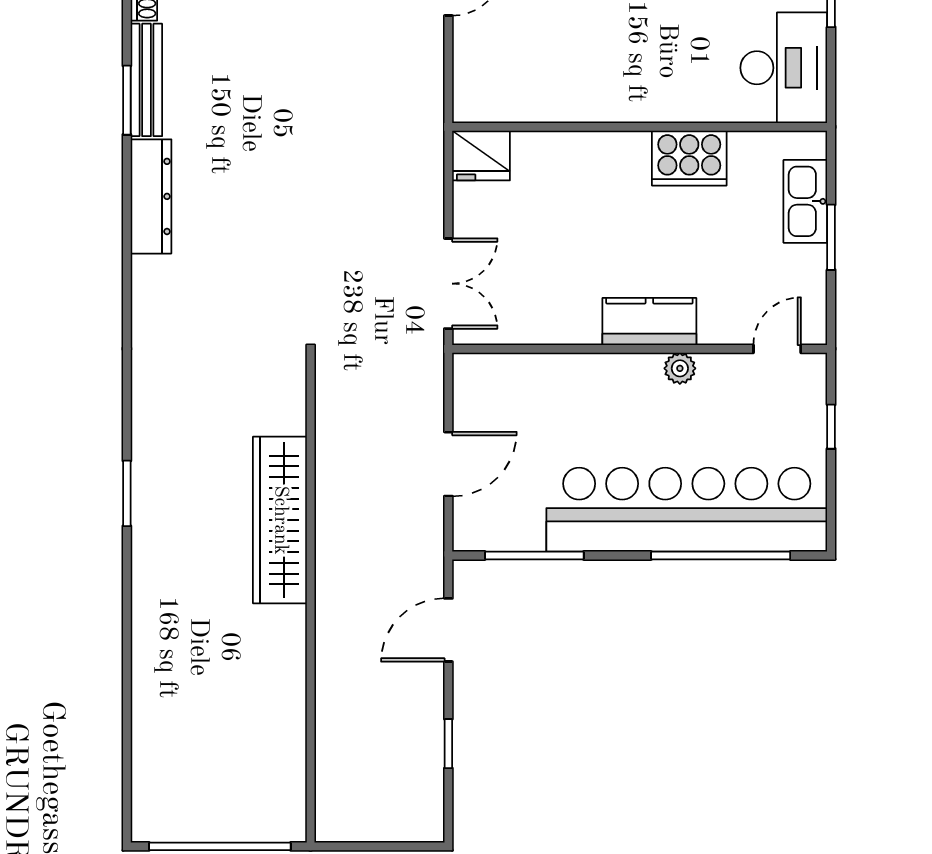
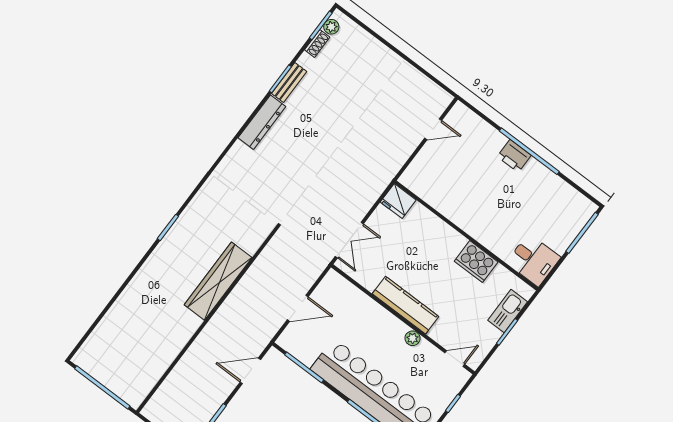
desk: (784, 68) -> (533, 260), width x0.73
bench: (146, 80) -> (289, 83), width x0.73
kitchen counter: (649, 321) -> (406, 305), width x1.50

